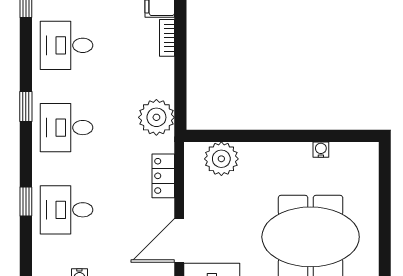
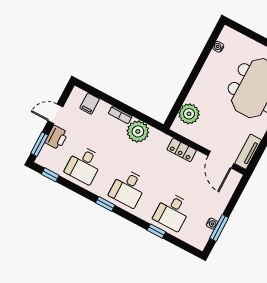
bookcase: (167, 38) -> (120, 115), moved
plant: (156, 117) -> (138, 131), moved
water cooler: (321, 150) -> (218, 47), moved

